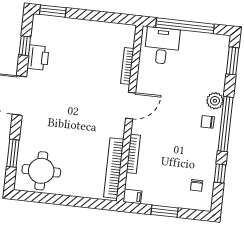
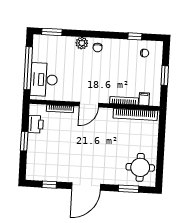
window: (53, 11) -> (24, 141), moved
desk: (162, 46) -> (44, 80), width x1.37
printer: (38, 58) -> (36, 124), moved, turned 90
door: (131, 106) -> (89, 105), swing flipped
window: (225, 124) -> (99, 34), removed
filing cabinet: (132, 196) -> (144, 99), moved

